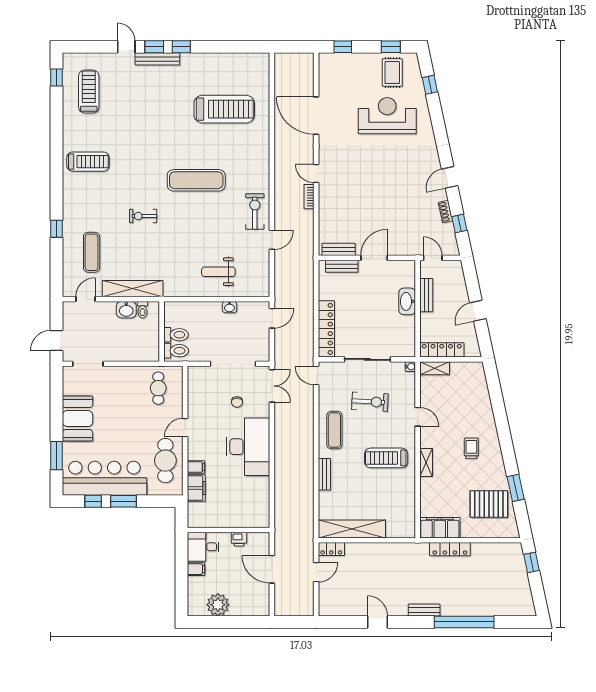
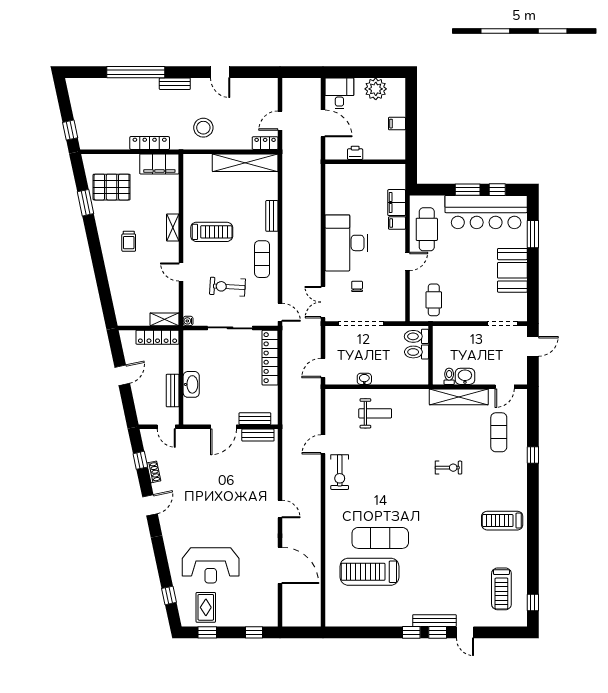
exercise mat: (196, 180) -> (380, 538), moved
bookcase: (309, 197) -> (287, 486), removed
desk: (203, 547) -> (339, 93), moved, turned -90
stool: (395, 565) -> (203, 128), added

